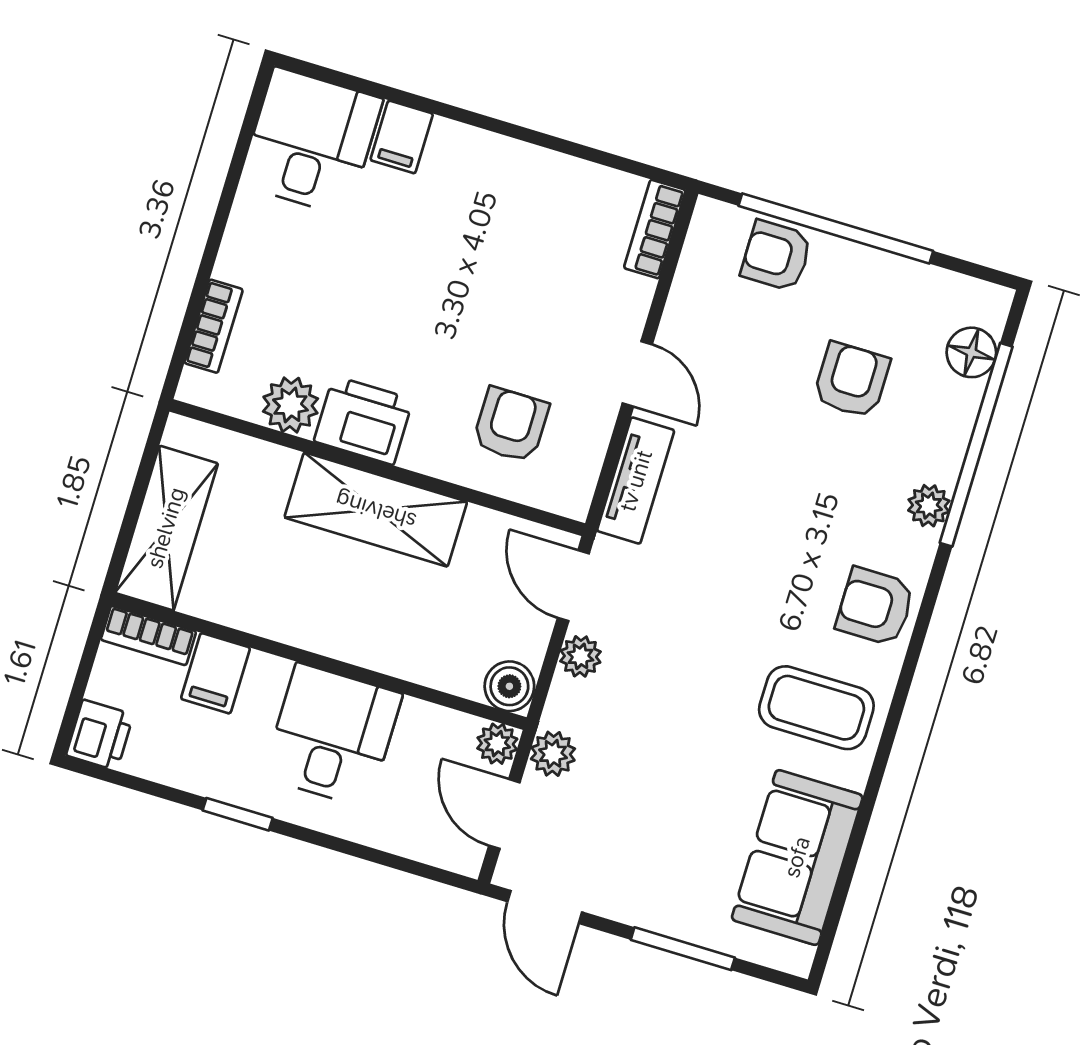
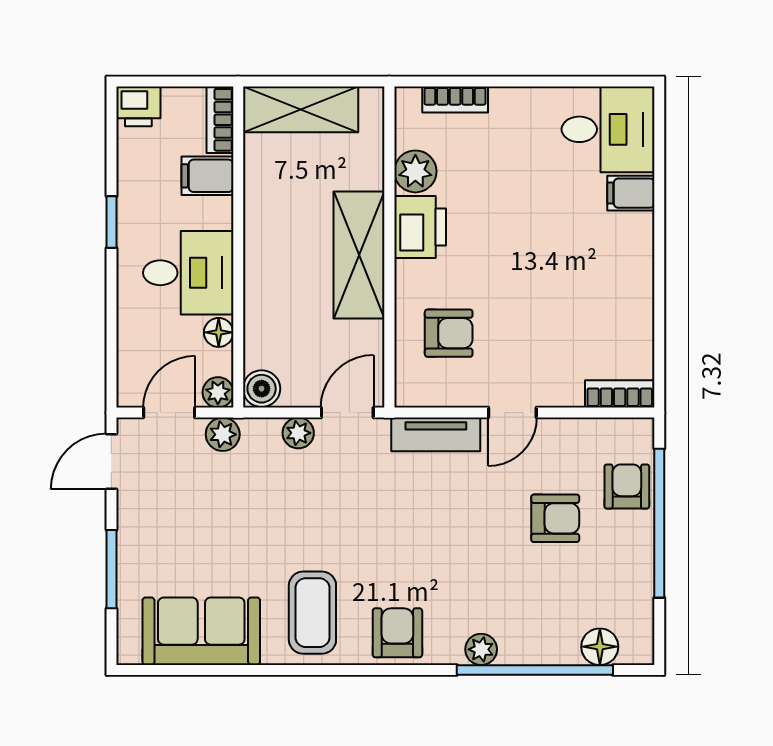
armchair: (852, 380) -> (555, 518), moved
floor lamp: (421, 720) -> (219, 332), added

